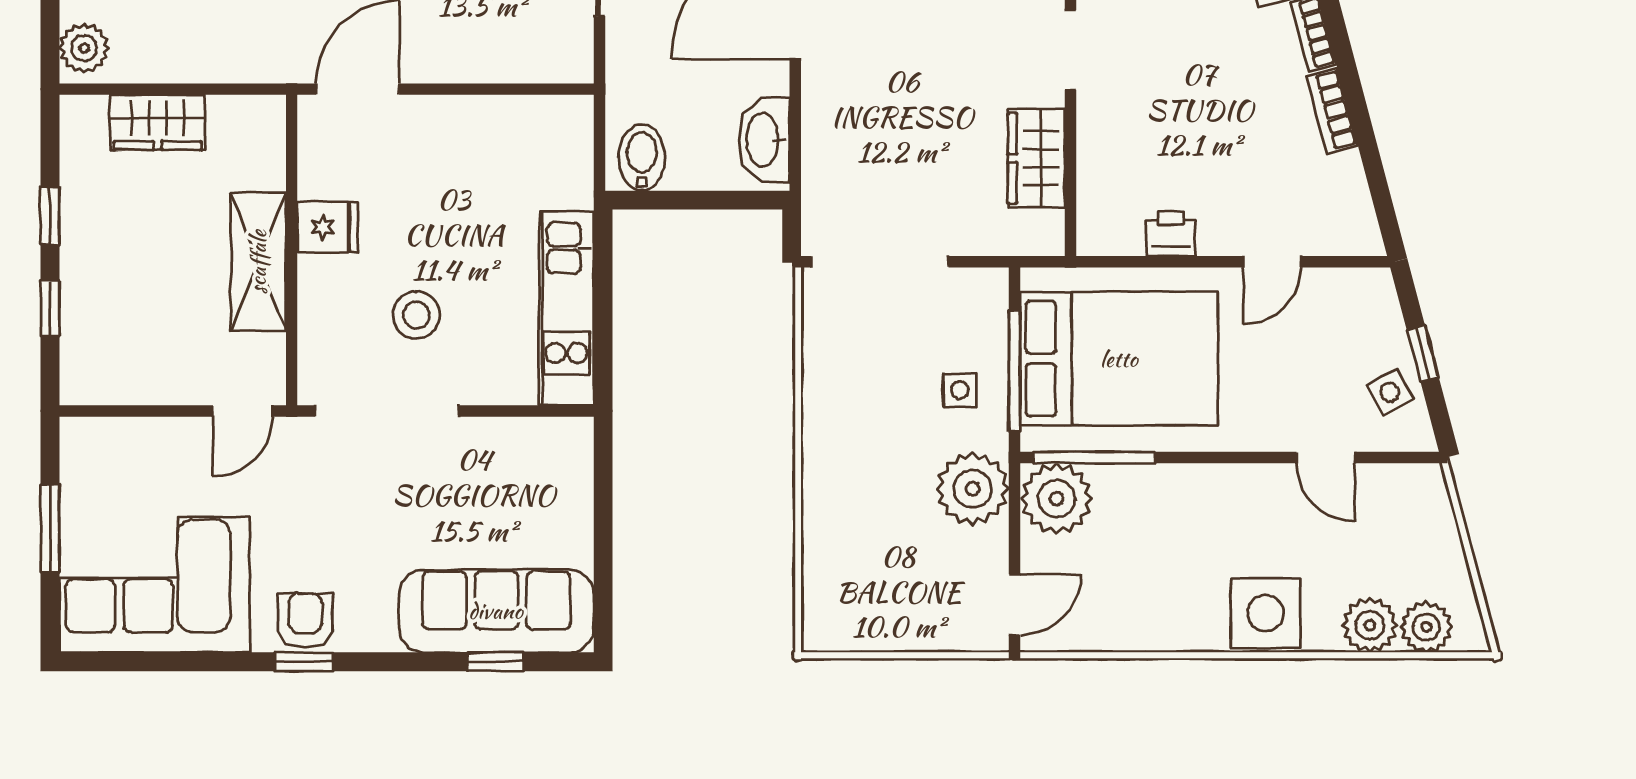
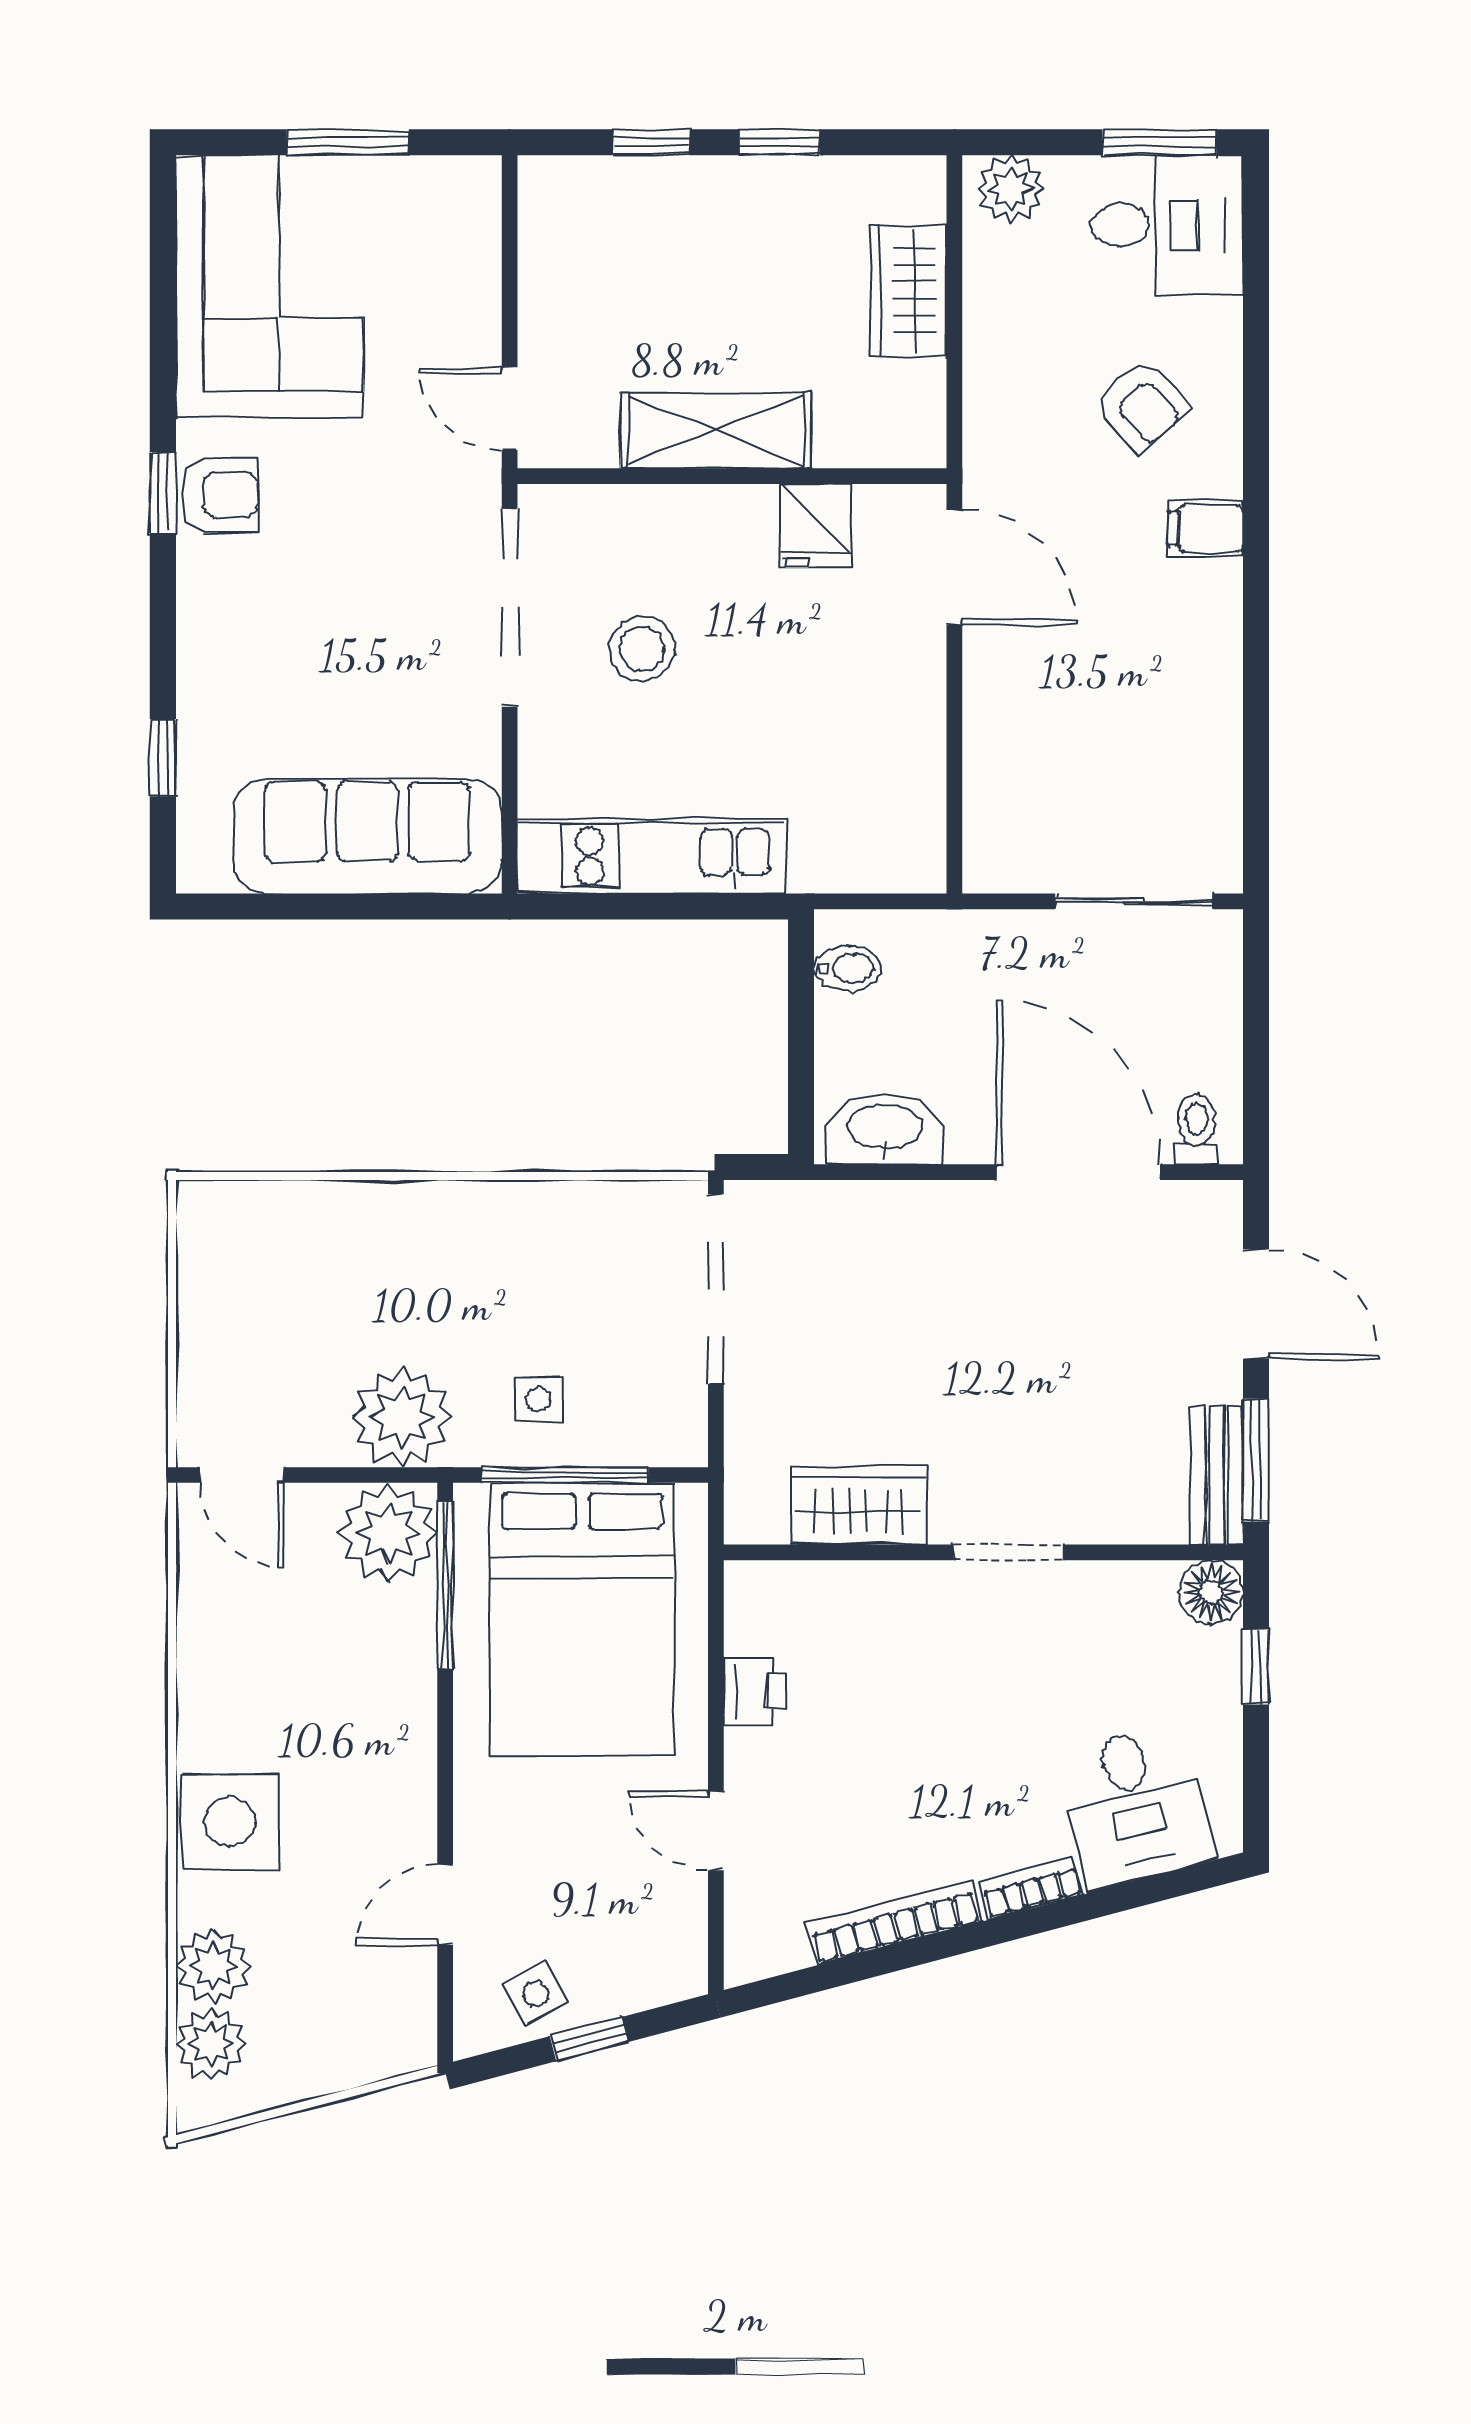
bookcase: (1332, 111) -> (895, 1922), width x1.56
bidet: (642, 158) -> (848, 969), width x0.72, depth x0.74
fridge: (328, 227) -> (815, 526), moved
sofa: (496, 611) -> (367, 836), moved, turned -90

